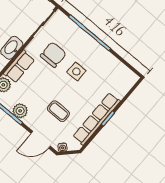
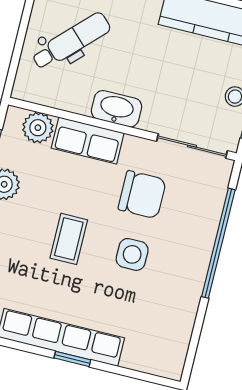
coffee table: (58, 111) -> (69, 239), moved

